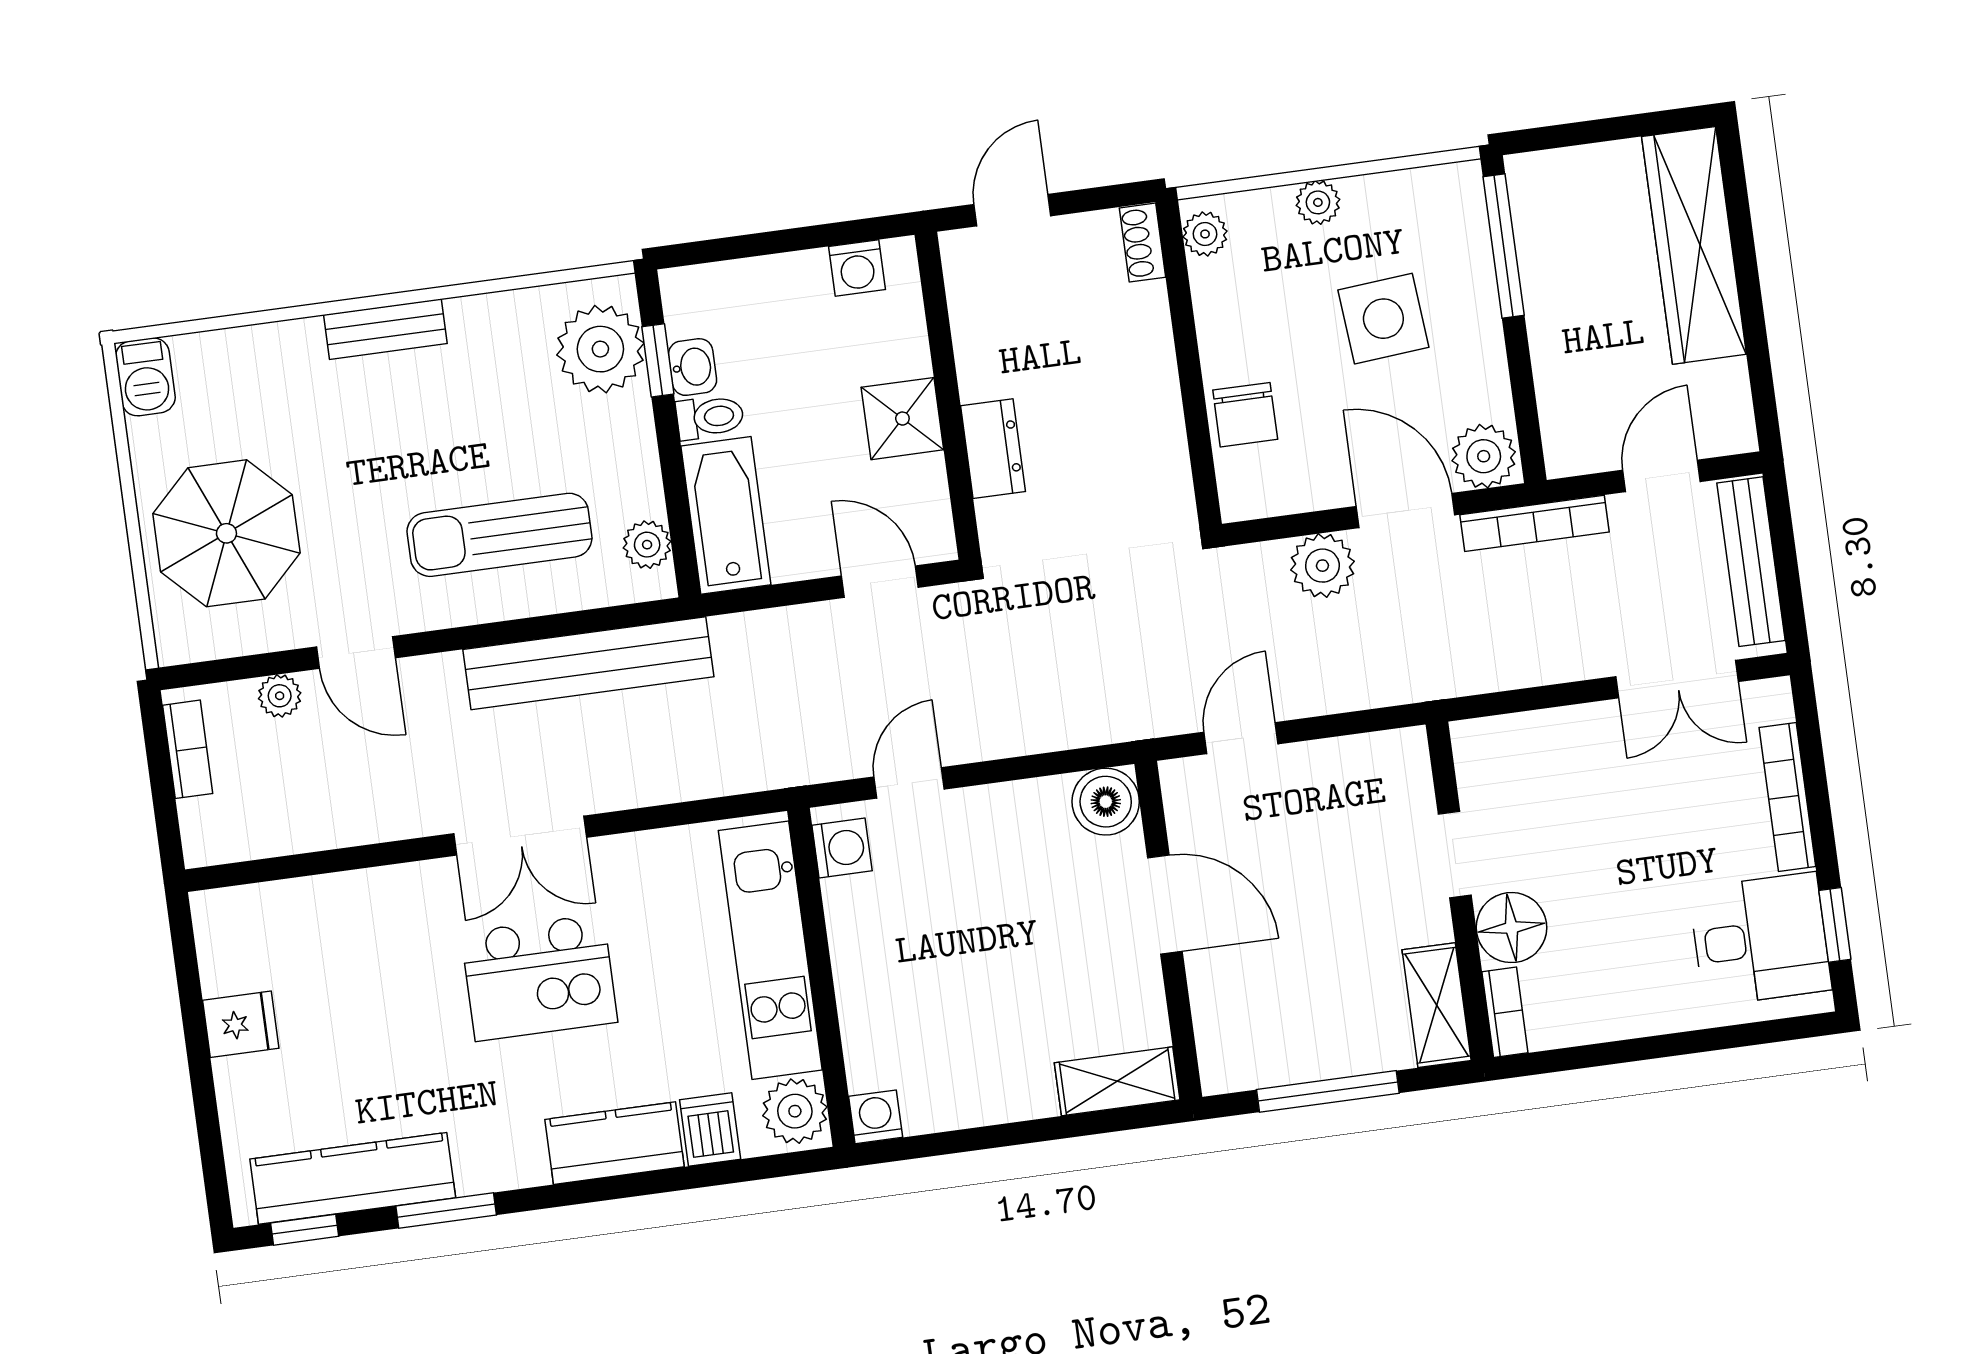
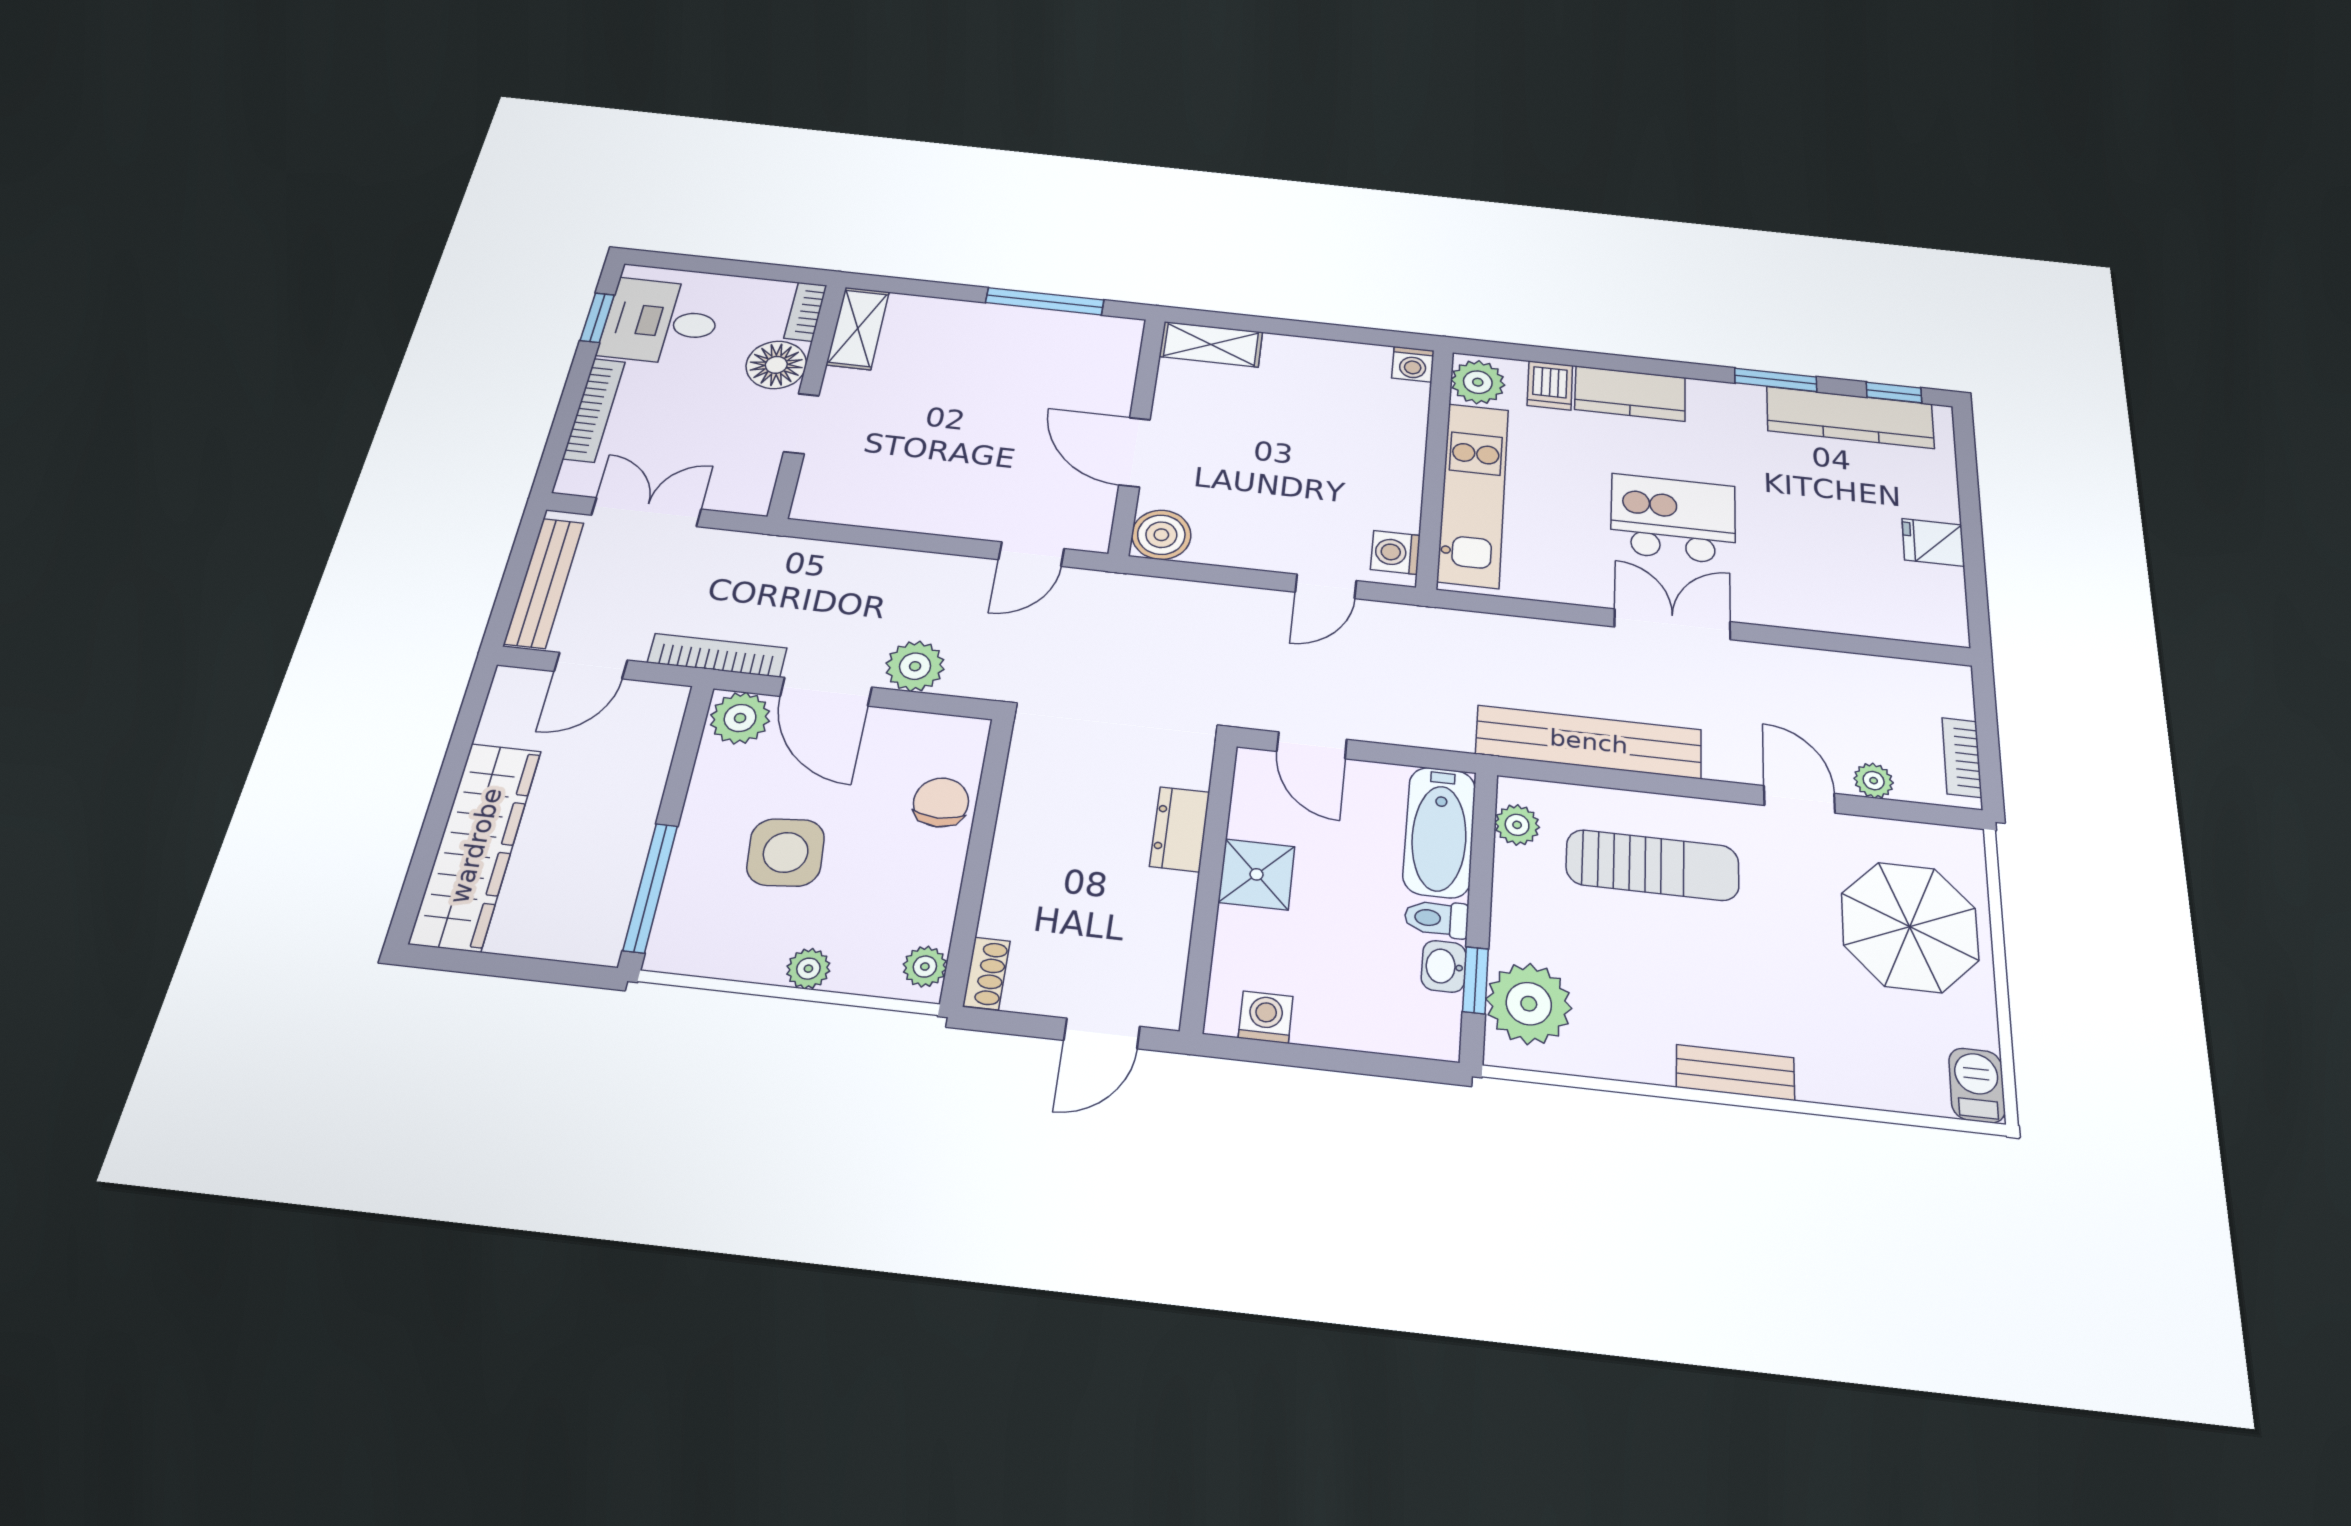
doorway: (1455, 854) -> (801, 424), moved
wall: (1460, 891) -> (808, 398), moved
floor lamp: (1511, 928) -> (776, 365), moved
shelving: (1437, 1005) -> (858, 328), moved
bookcase: (1505, 1012) -> (805, 312), moved

